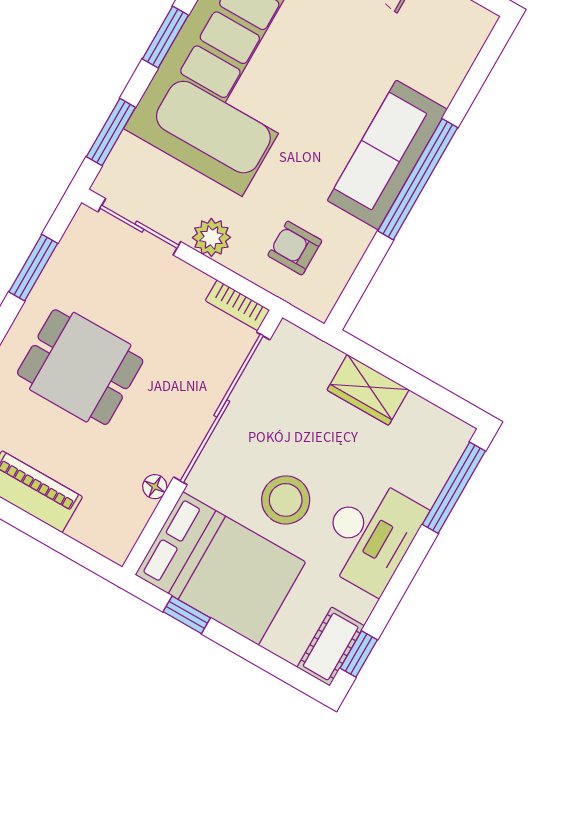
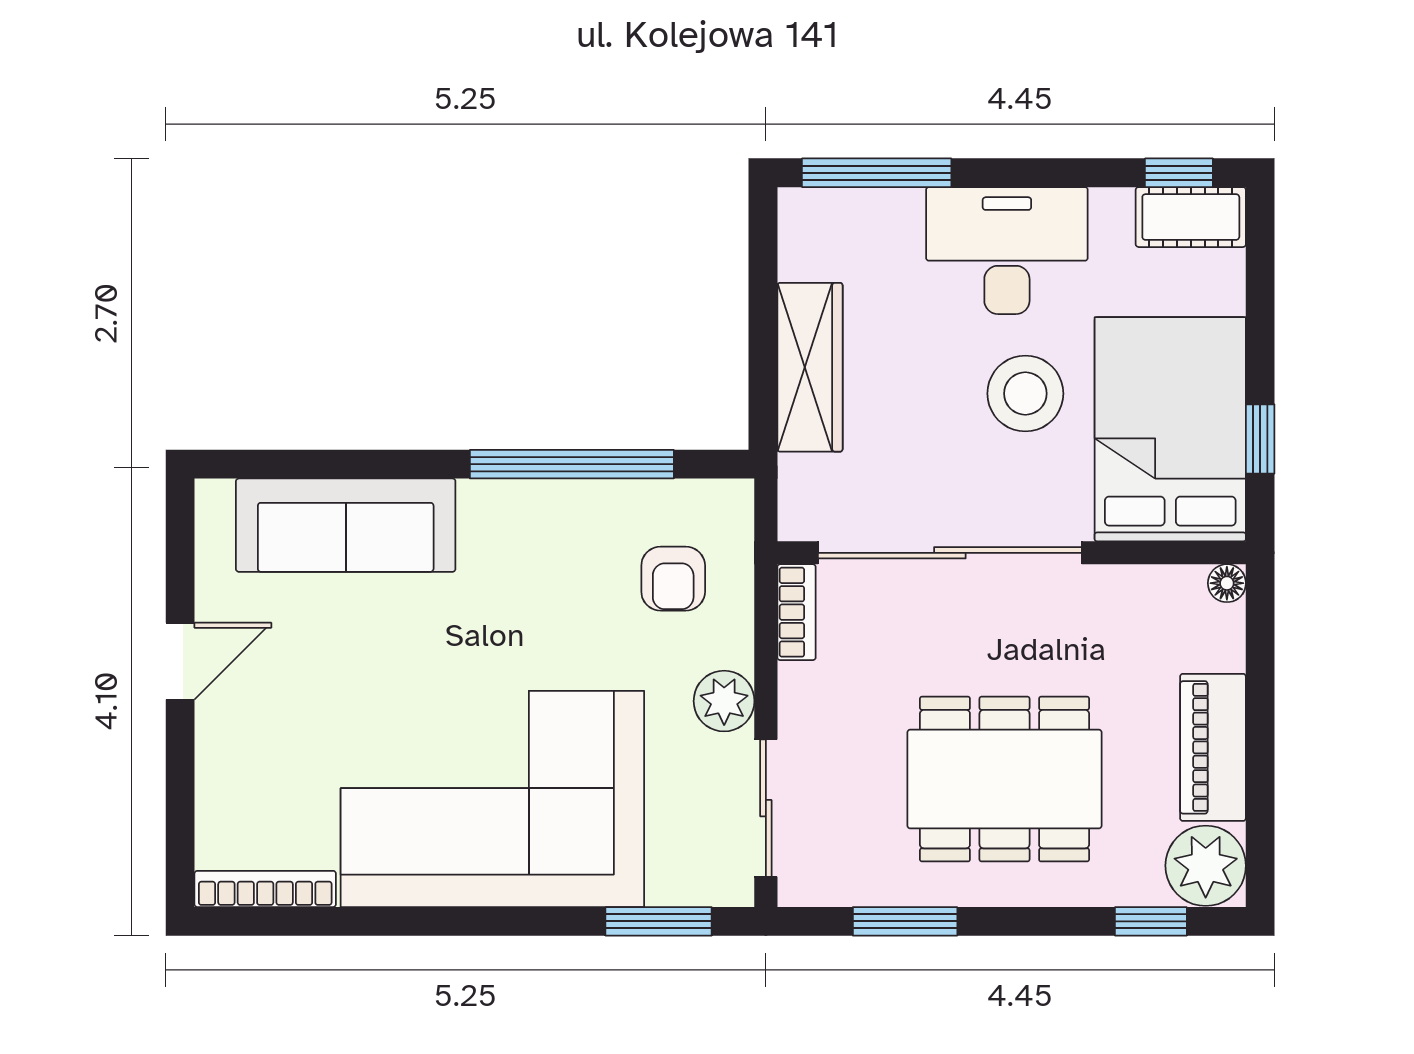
window: (165, 37) -> (486, 921), removed
sofa: (387, 155) -> (346, 525), moved
window: (418, 179) -> (572, 464), moved
dining table: (80, 367) -> (1005, 779), width x1.38
wardrobe: (368, 390) -> (810, 367), width x1.50
floor lamp: (155, 487) -> (1227, 583), moved

